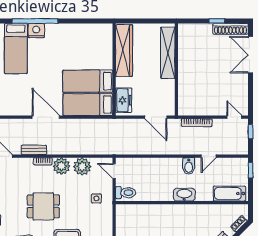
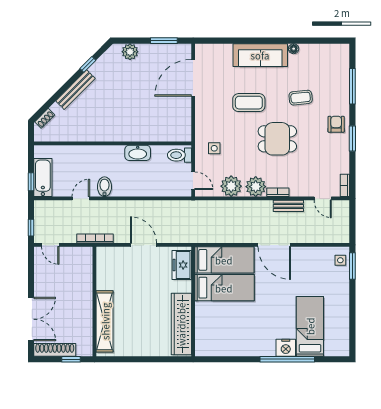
shelving: (168, 53) -> (105, 321), moved
wall: (176, 70) -> (94, 301), moved
bathtub: (229, 194) -> (43, 178), moved, turned -90
washbasin: (184, 195) -> (138, 153), moved

